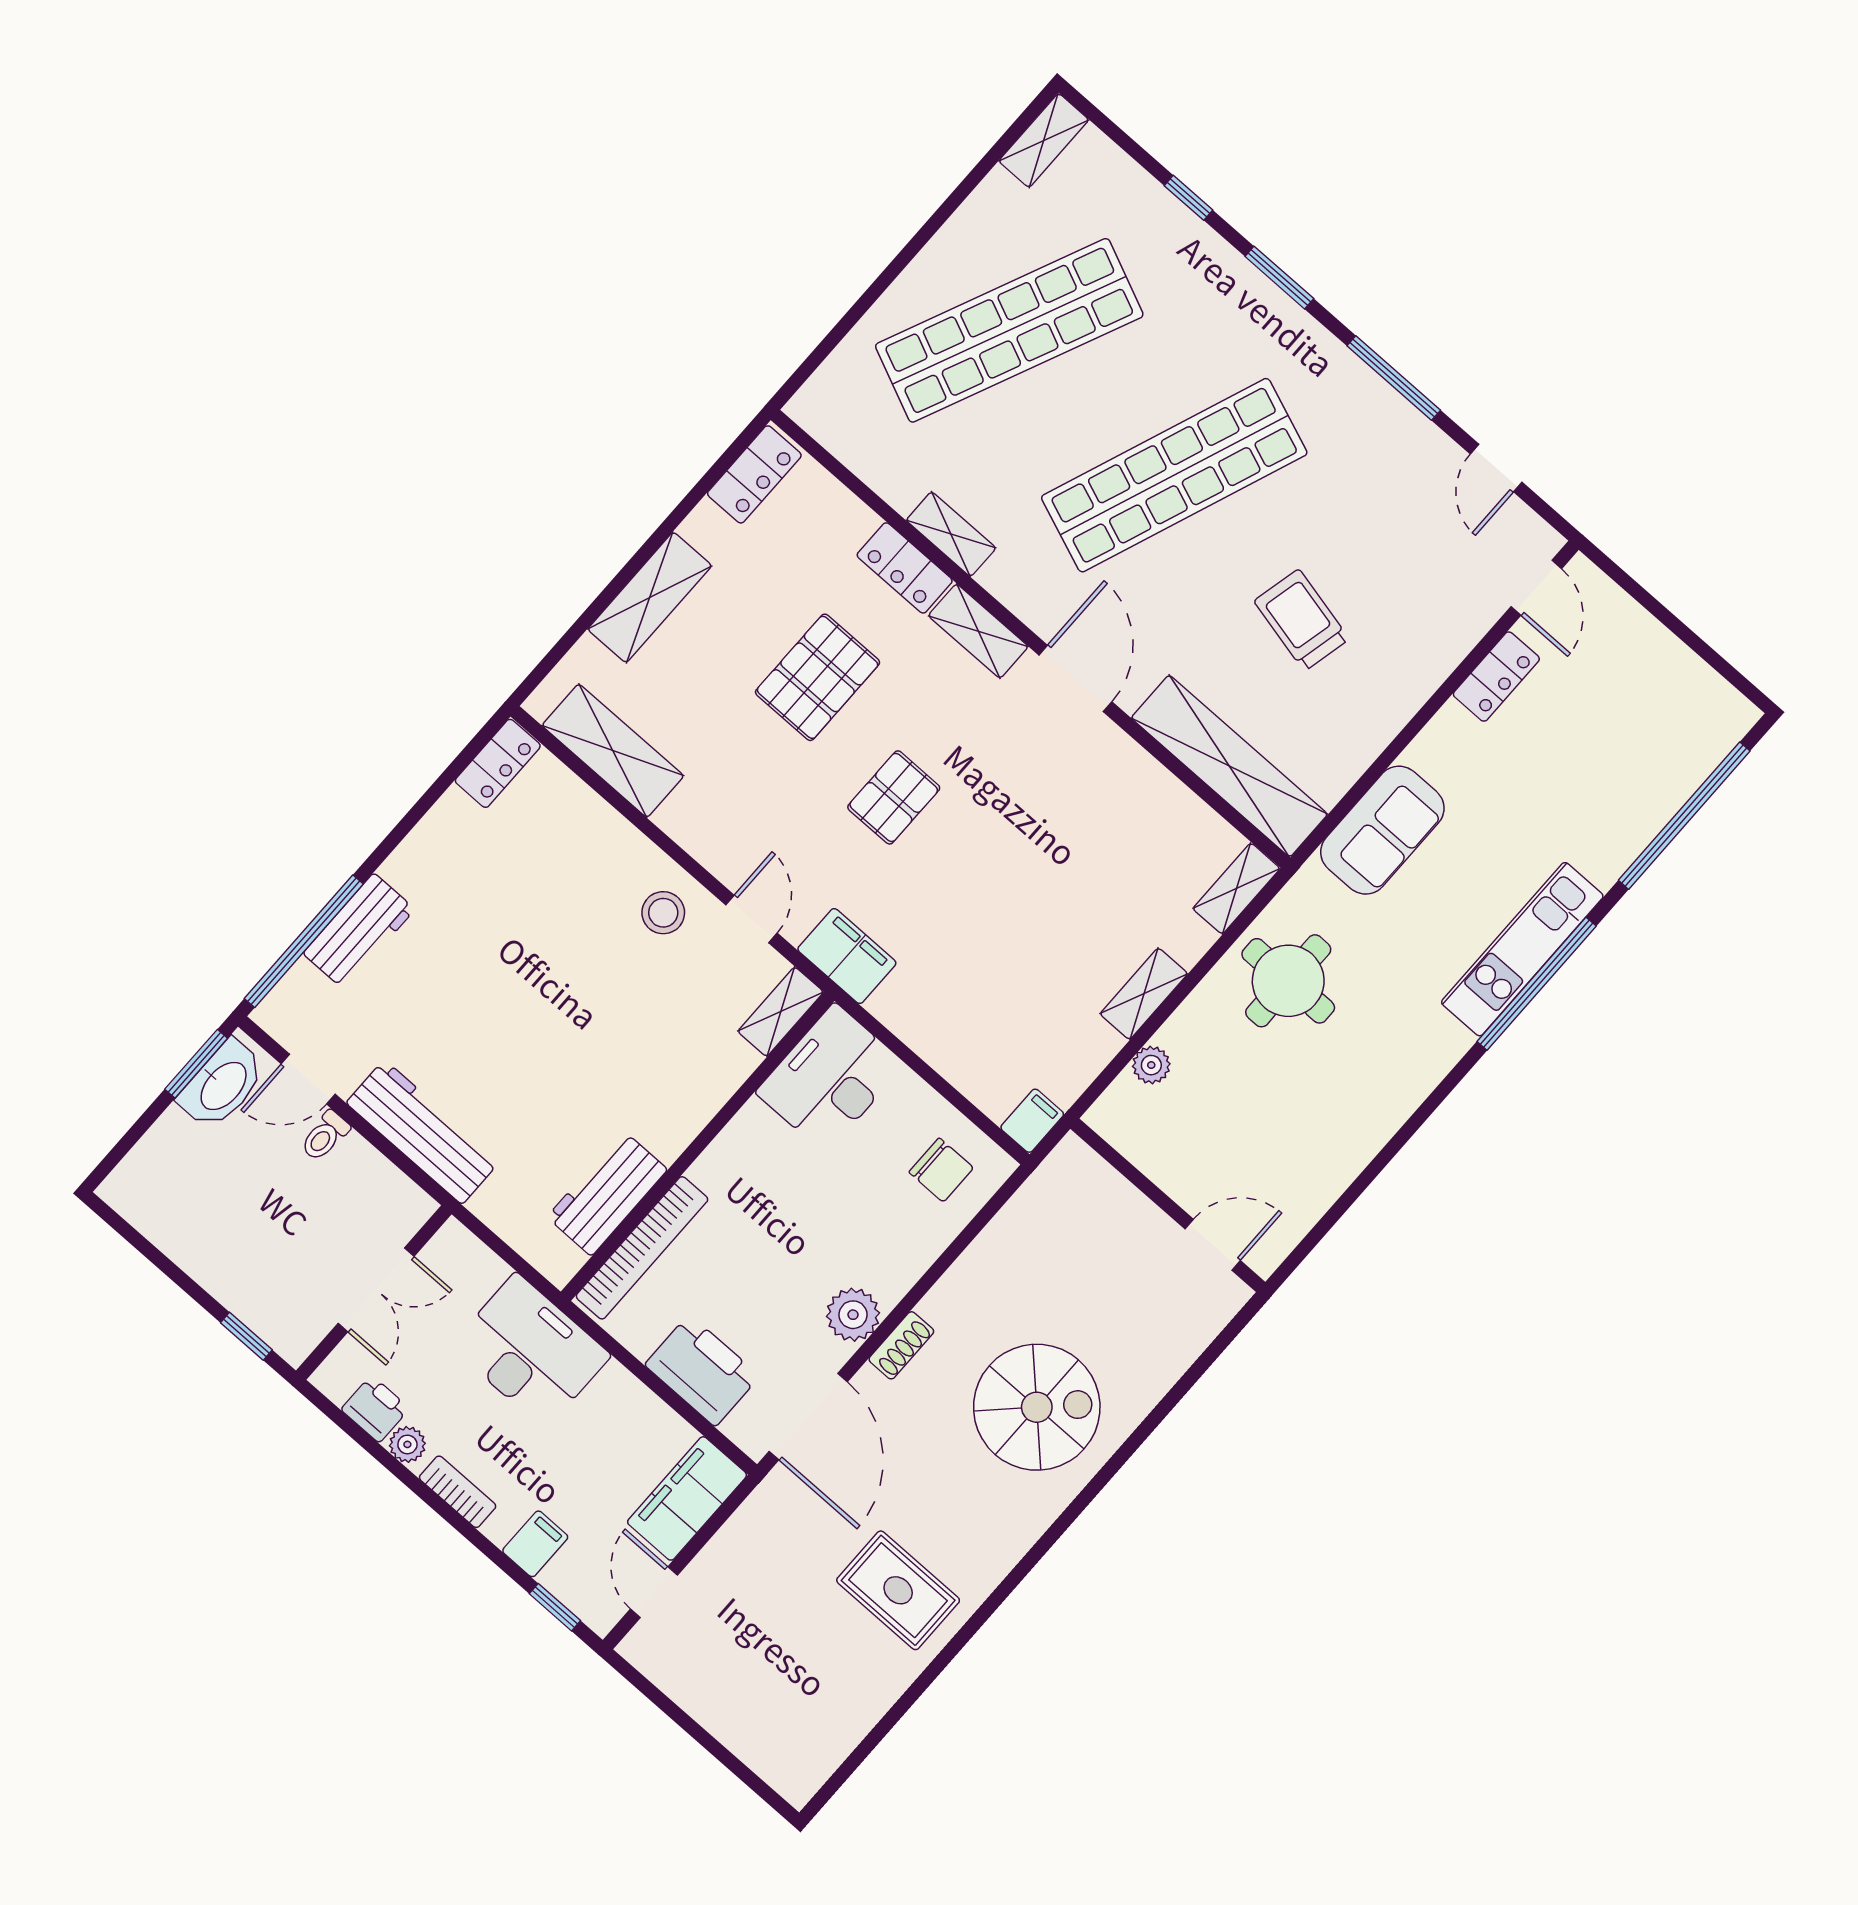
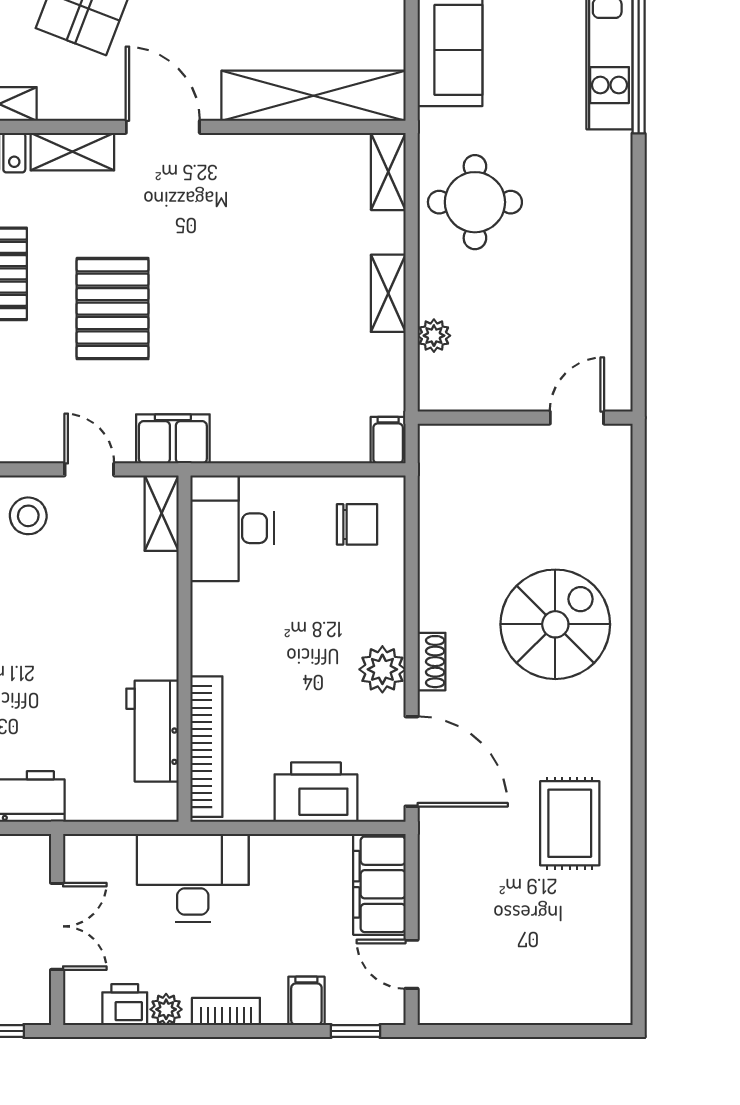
pallet: (894, 797) -> (113, 309), width x1.50, depth x1.42
rug: (898, 1590) -> (570, 823), turned 90

